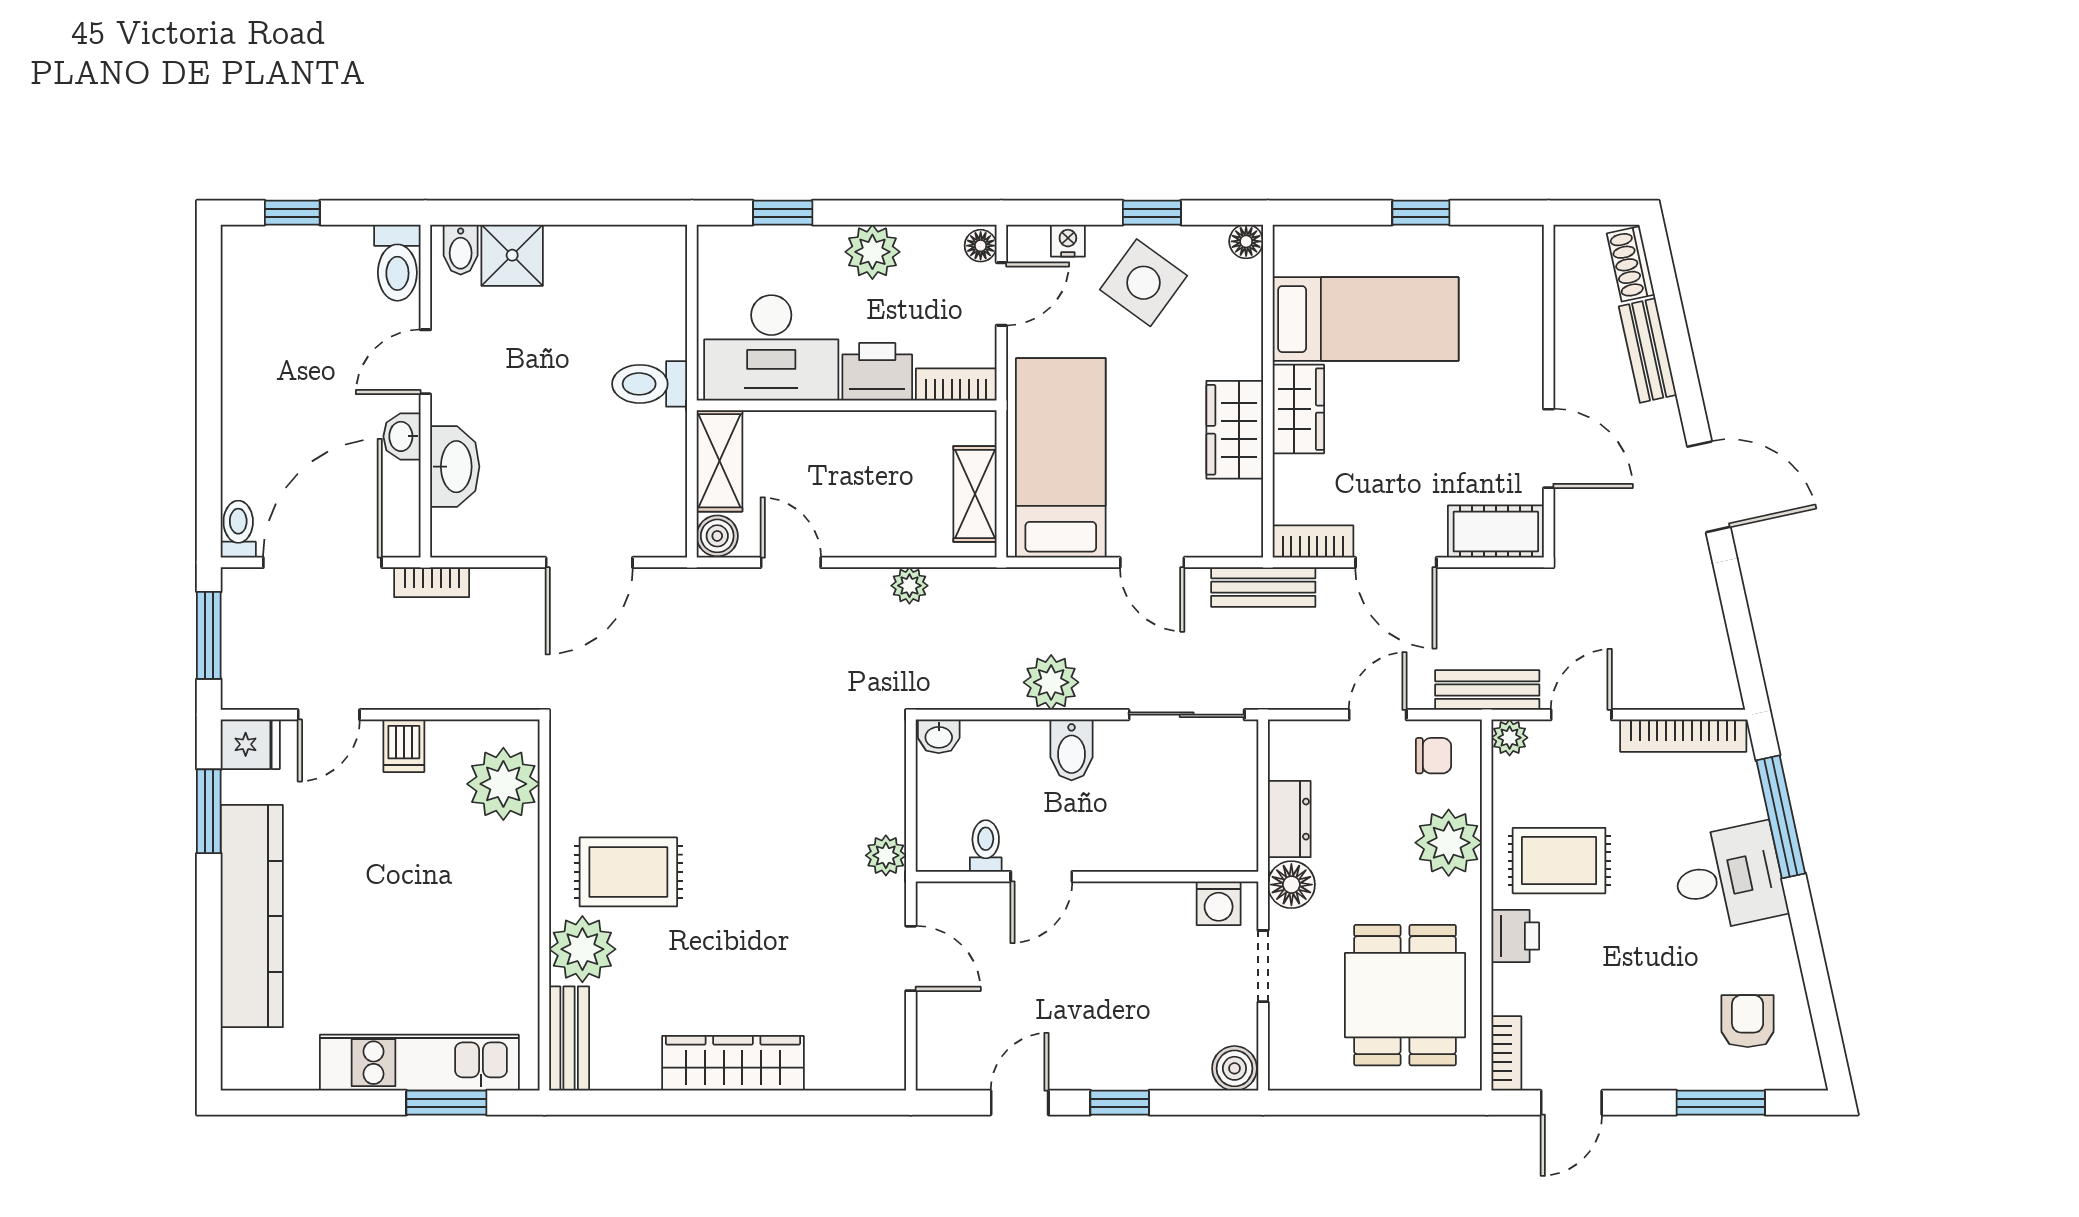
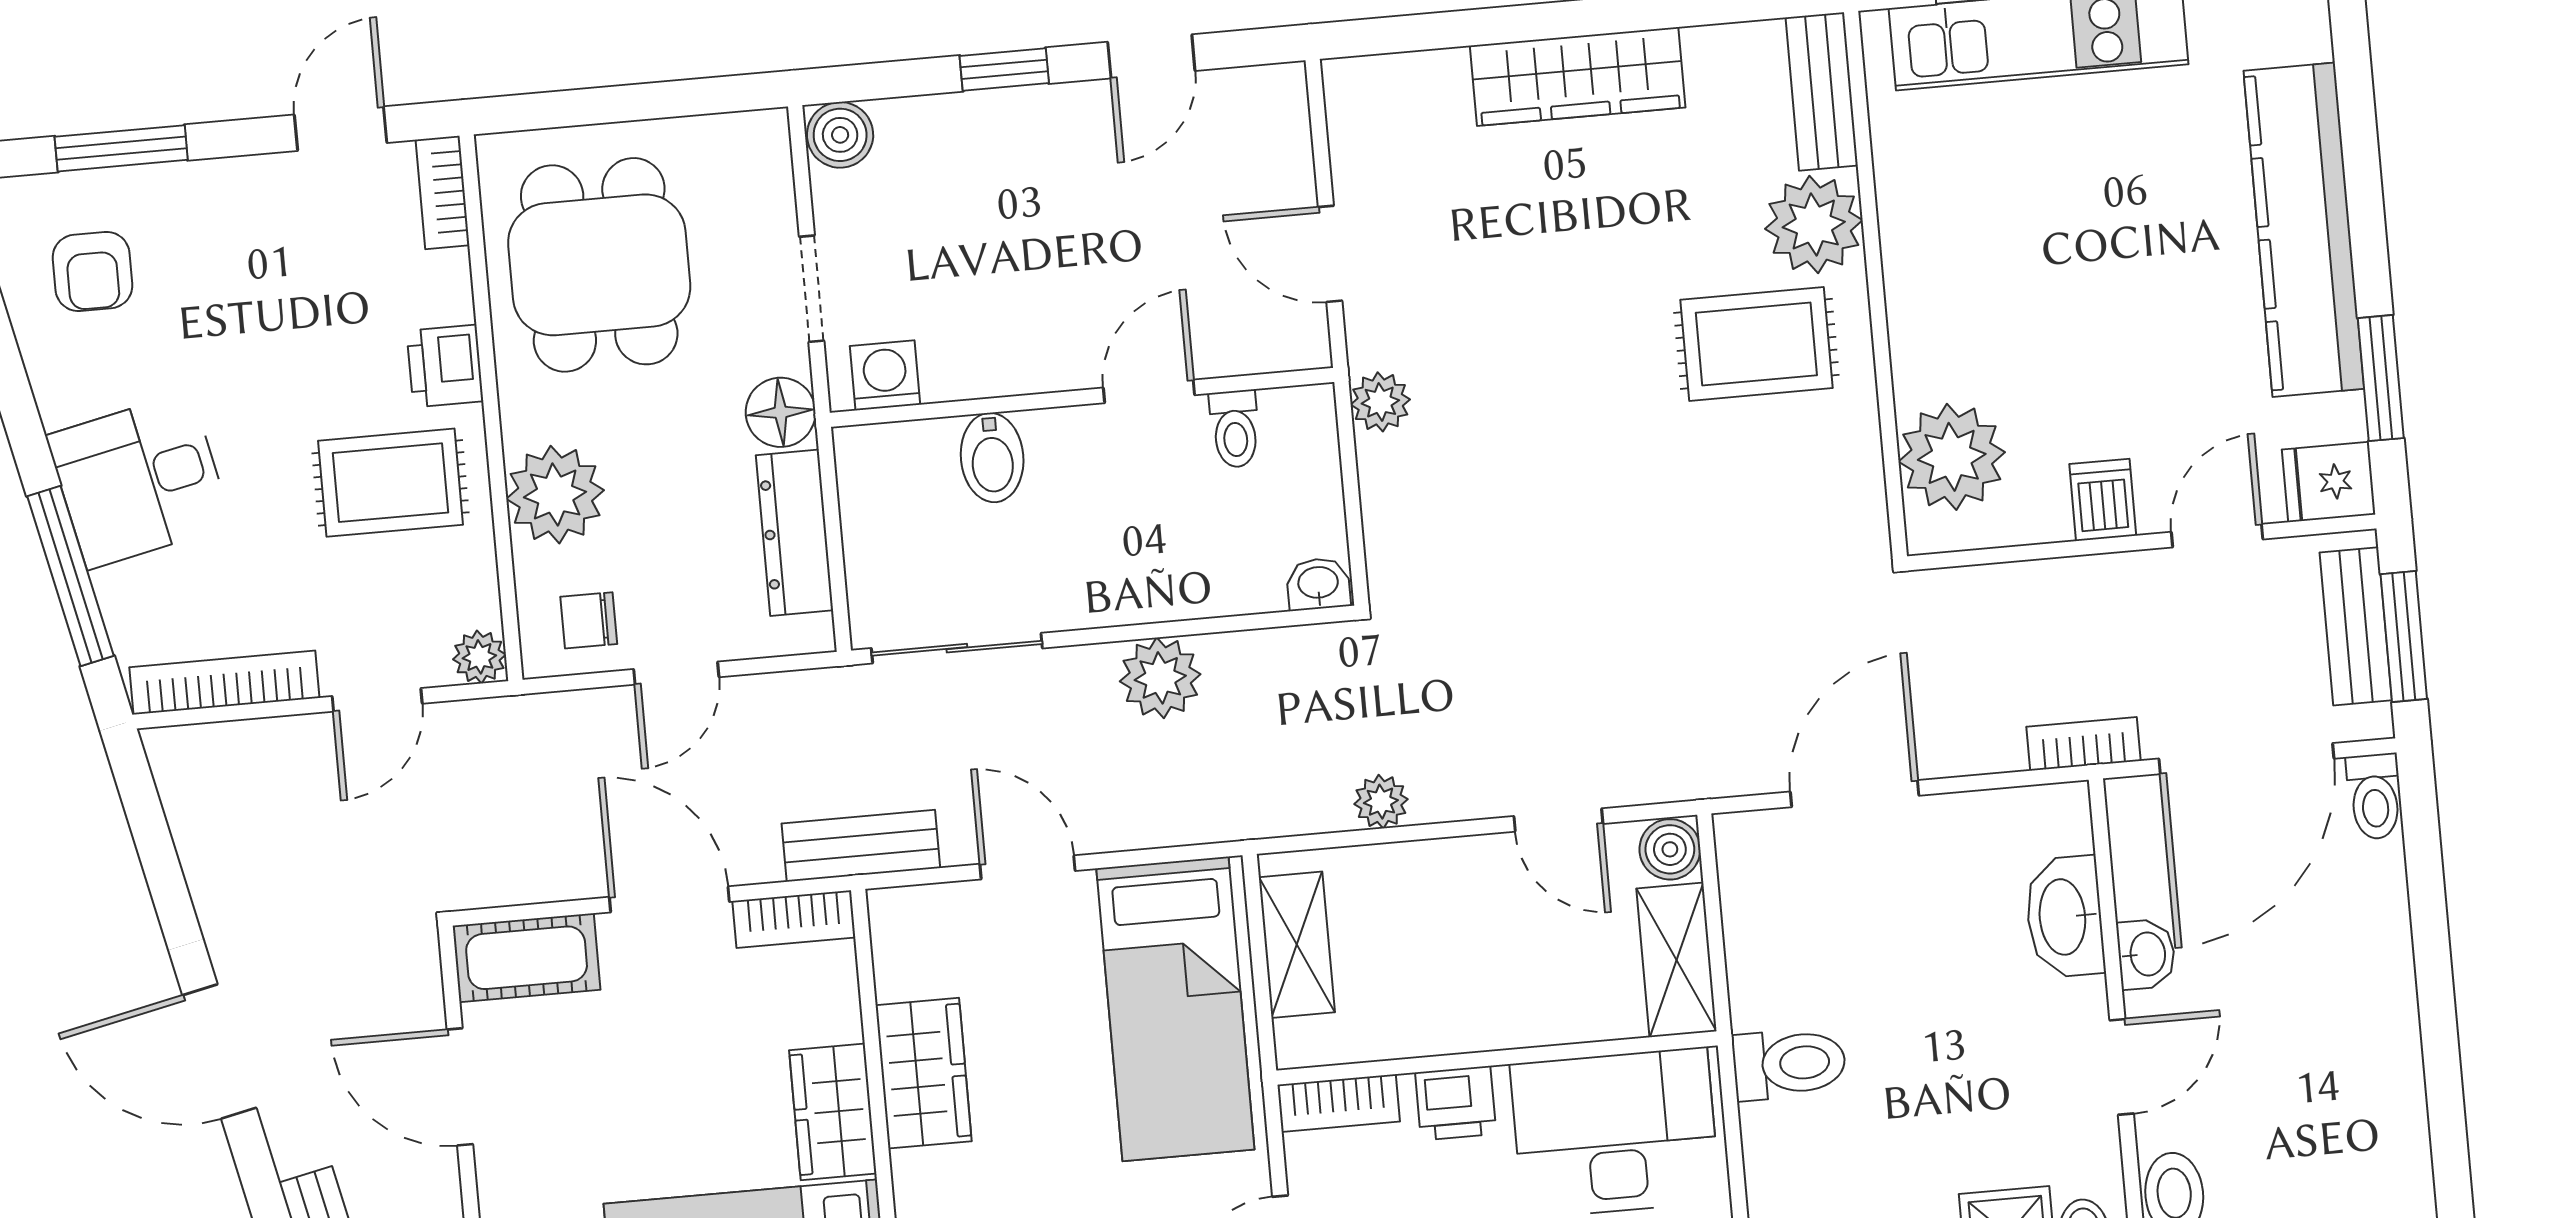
printer: (877, 372) -> (1456, 1103), width x0.73, depth x0.81
bench: (1487, 690) -> (2356, 626), moved, turned 90
bidet: (1072, 750) -> (992, 458), moved, turned 180
dresser: (1289, 819) -> (795, 533), width x1.44

